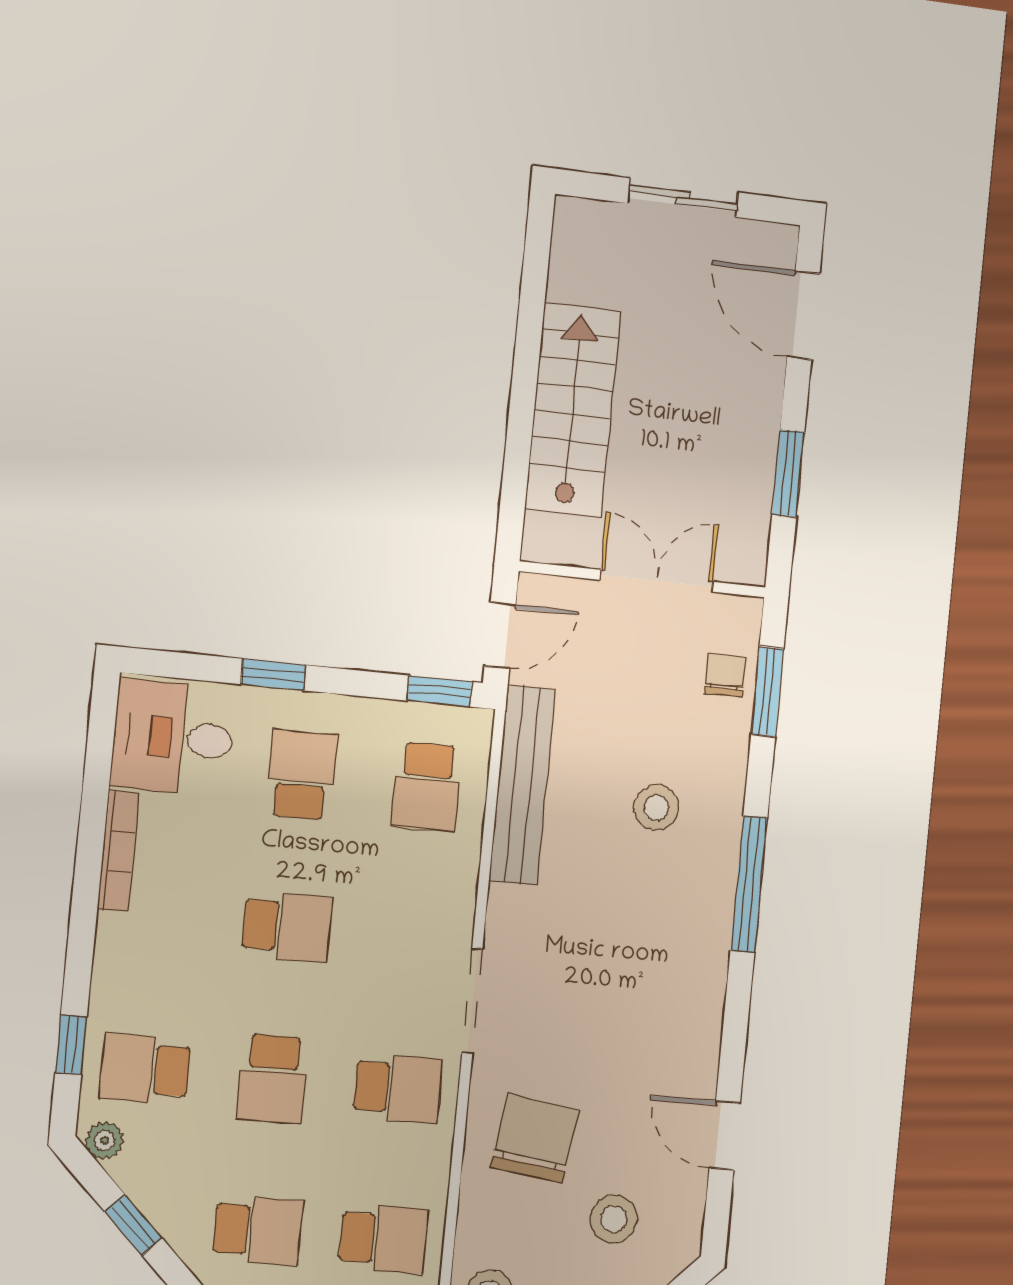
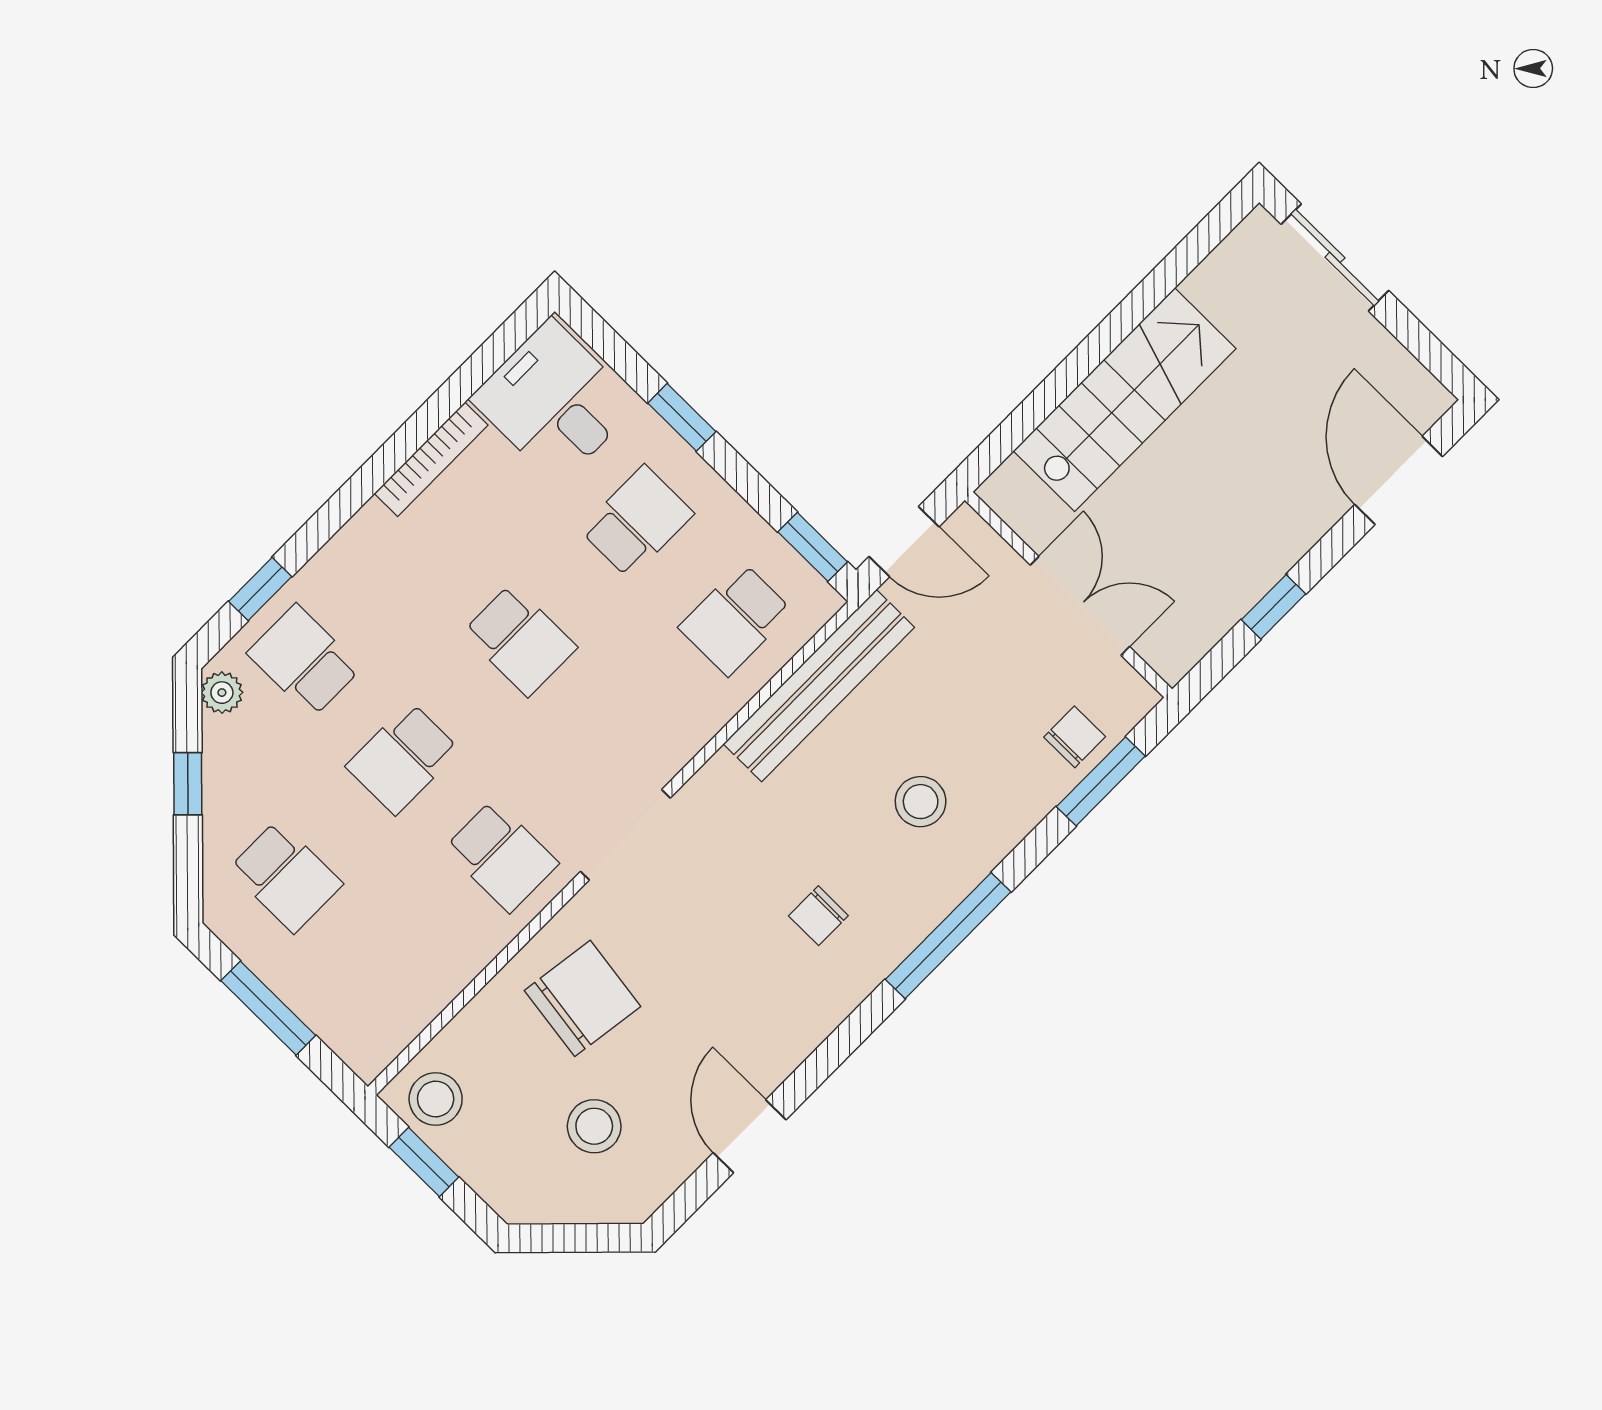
sliding door: (683, 198) -> (1335, 257), moved
window: (788, 473) -> (1273, 607), width x0.67
chair: (650, 945) -> (818, 916), added
school desk: (383, 1239) -> (384, 974), removed

